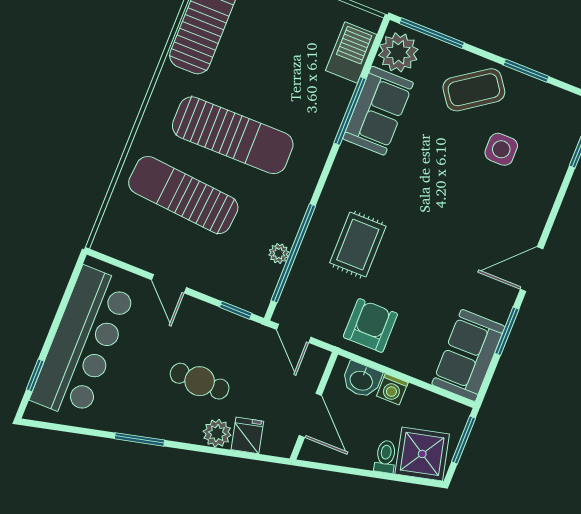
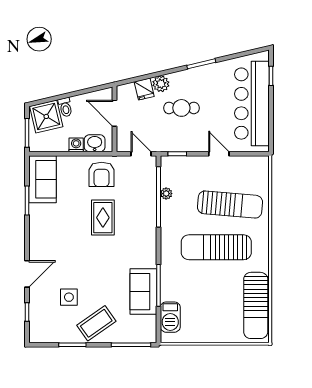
plant: (398, 52) -> (145, 327), removed
rug: (358, 245) -> (103, 218), moved
door: (532, 269) -> (27, 274), moved

